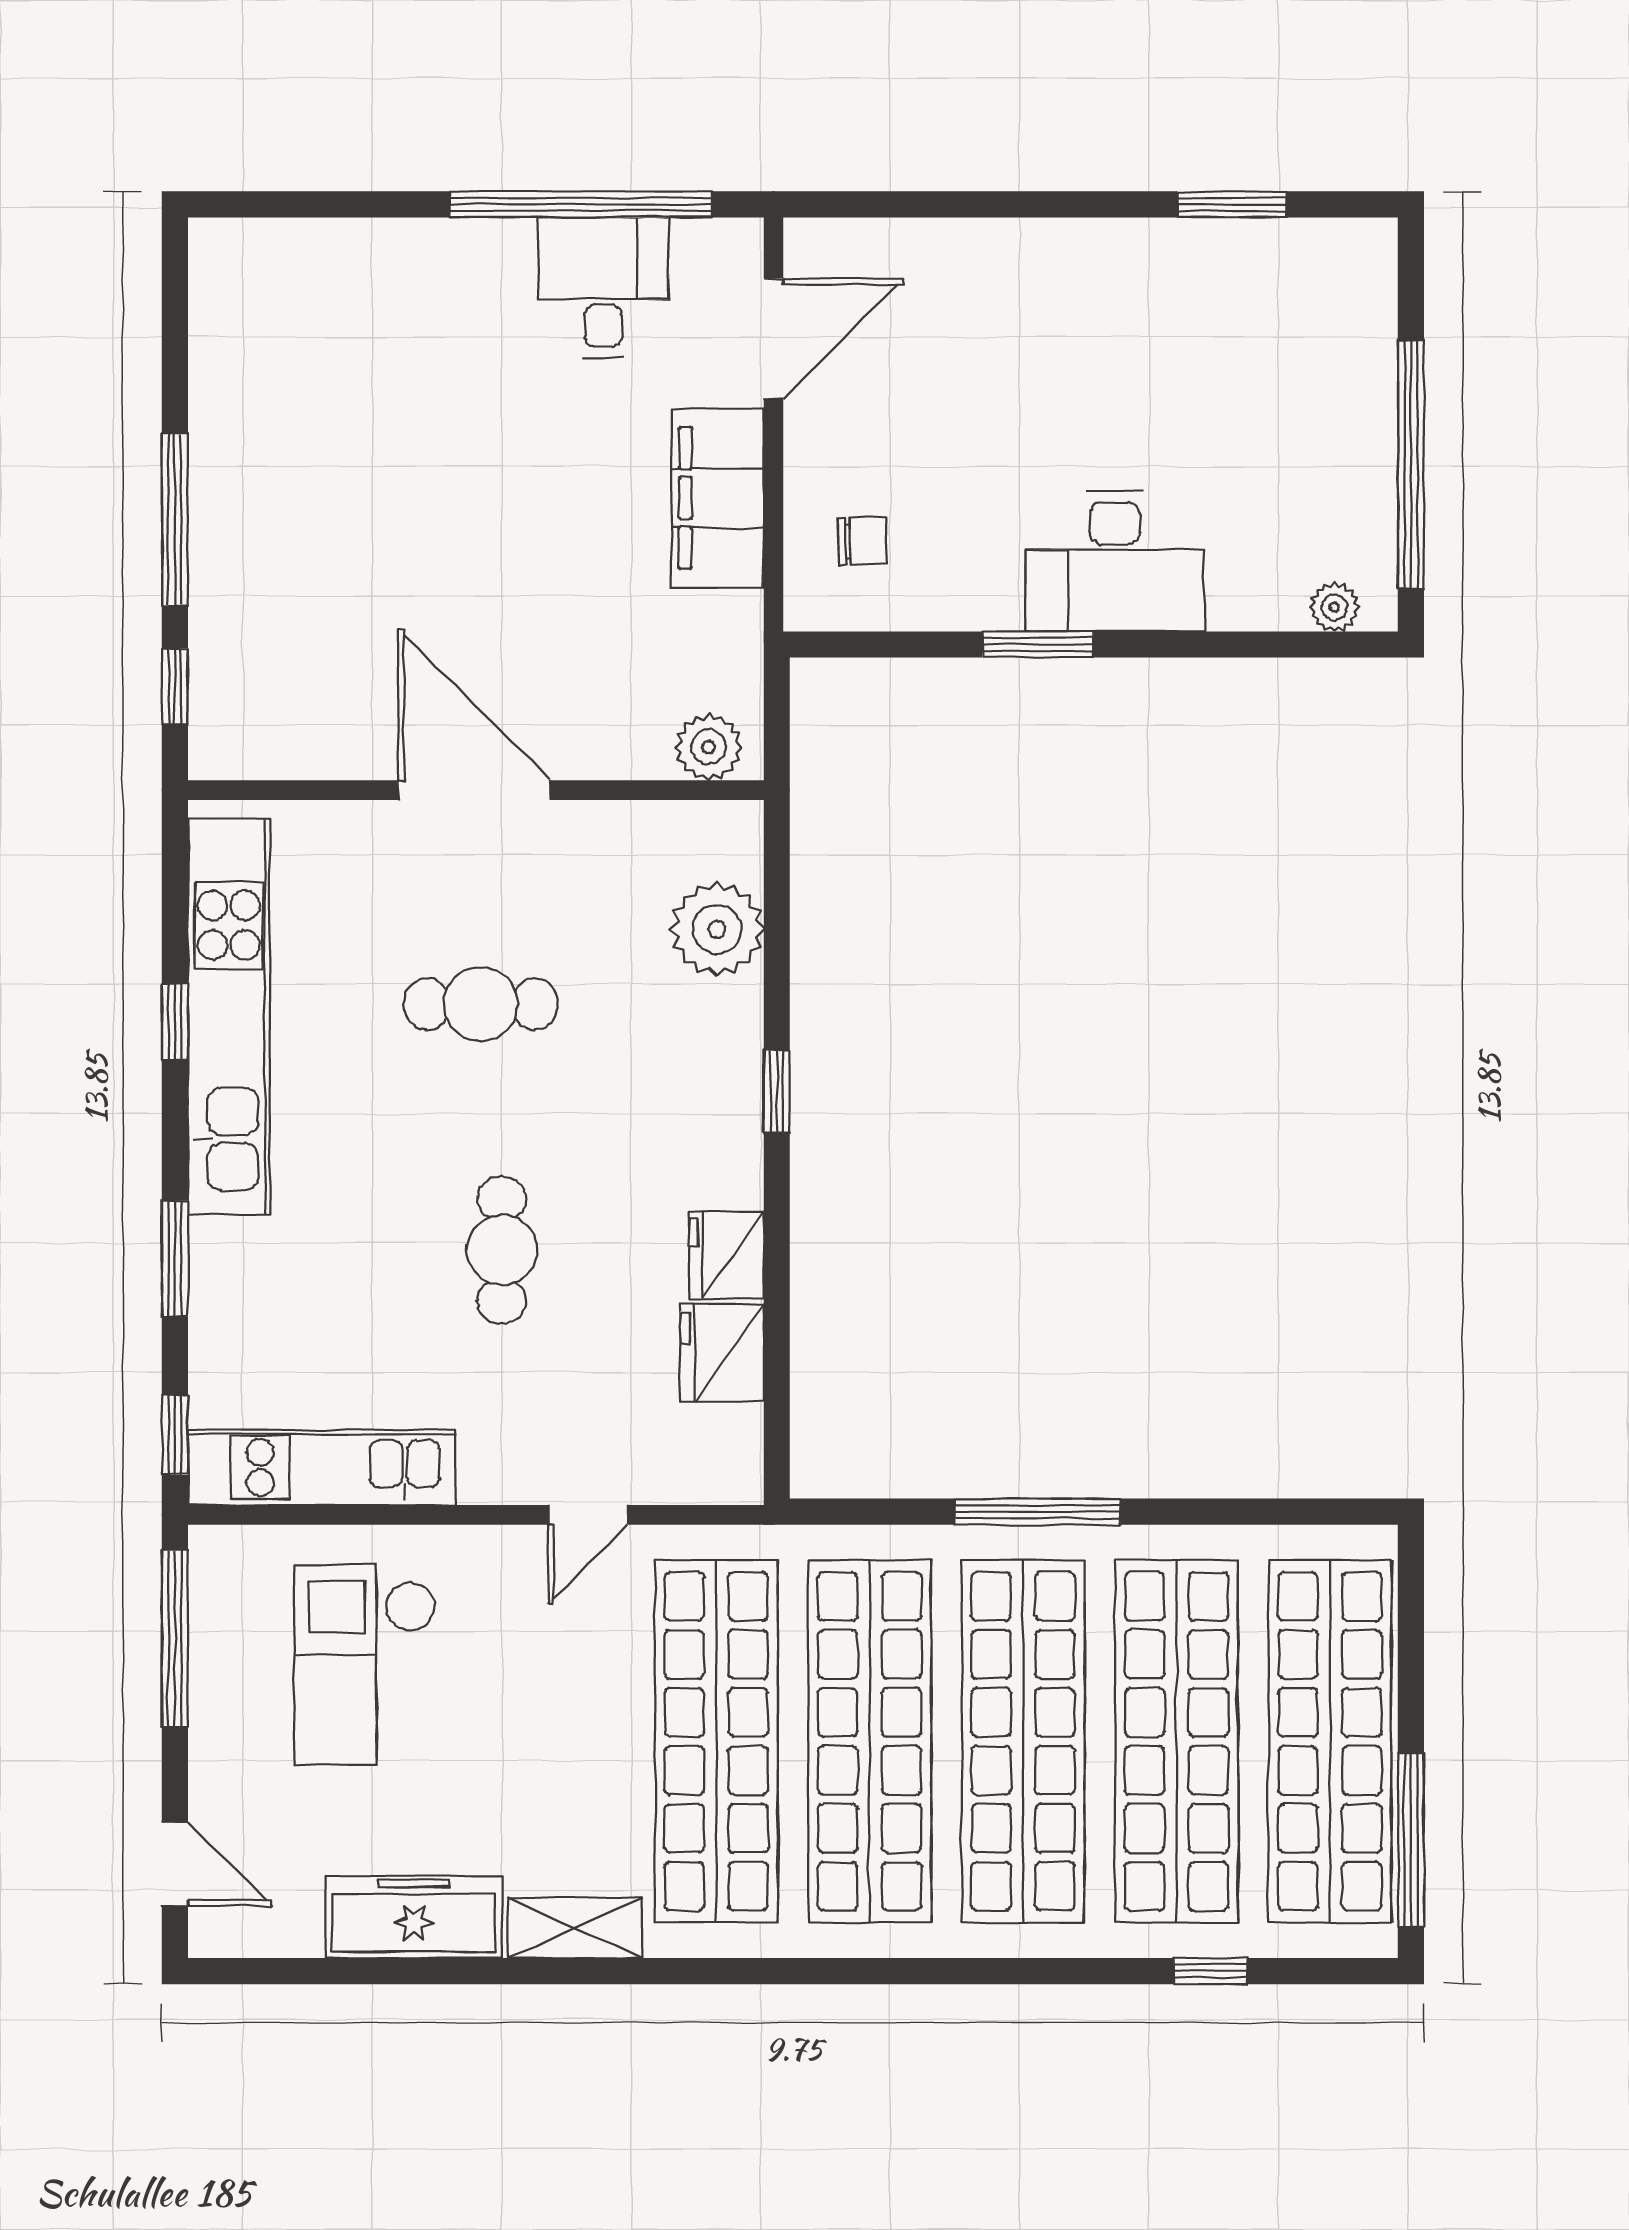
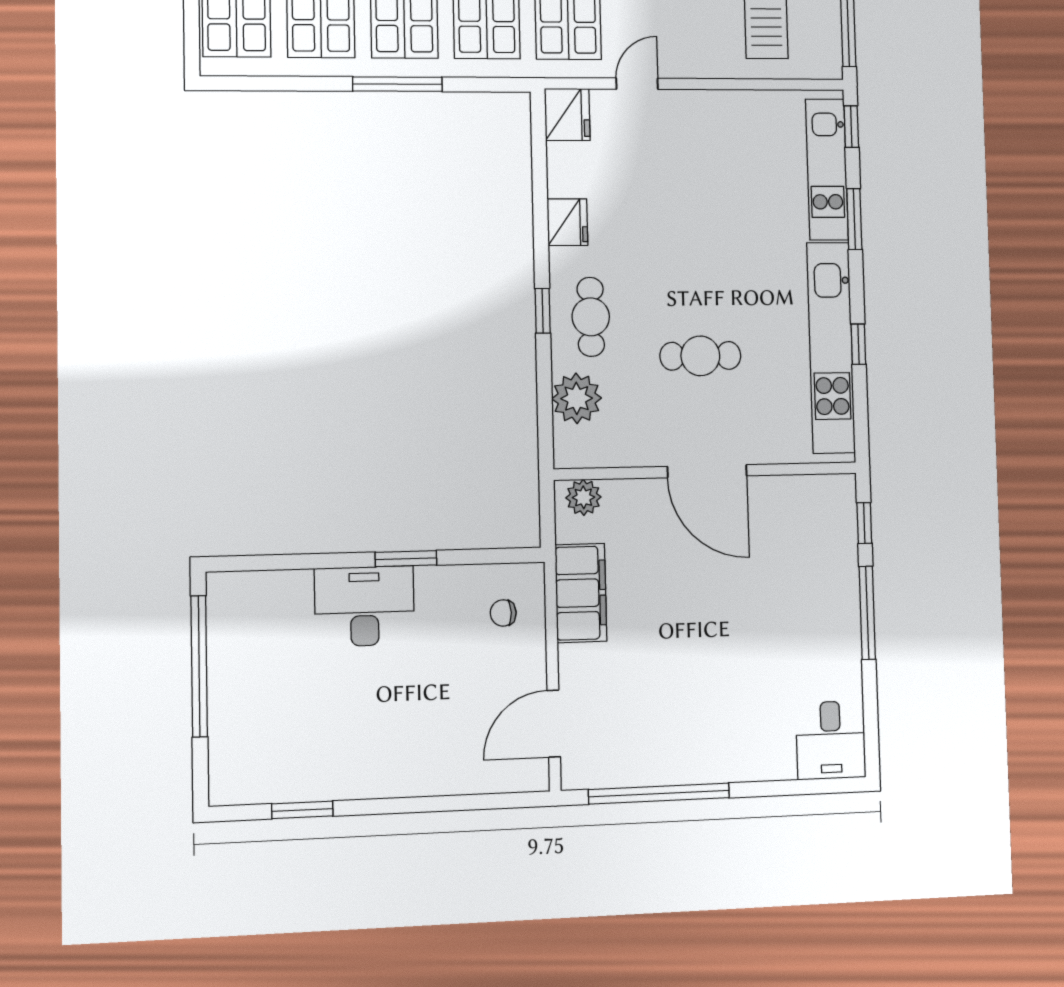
desk: (603, 288) -> (831, 740), moved
filing cabinet: (718, 498) -> (581, 593), moved
plant: (1334, 607) -> (241, 584), removed
cafe table: (502, 1250) -> (591, 317), moved
fridge: (722, 1353) -> (567, 115), moved
kitchen unit: (322, 1467) -> (827, 169), moved, turned 90

